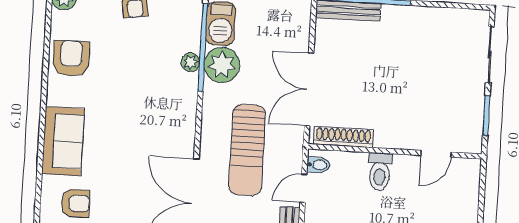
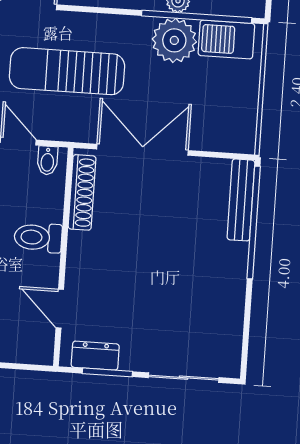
dresser: (473, 125) -> (95, 356), added

